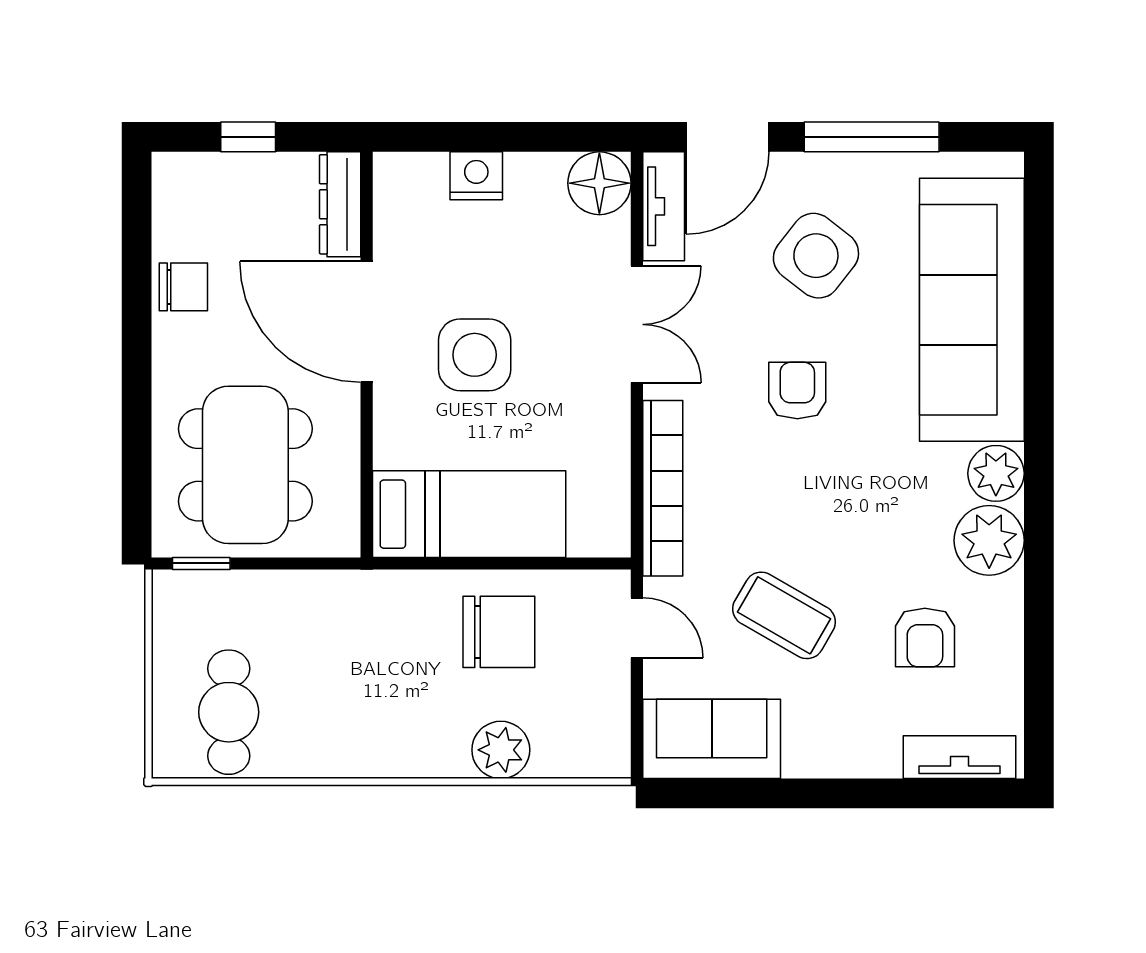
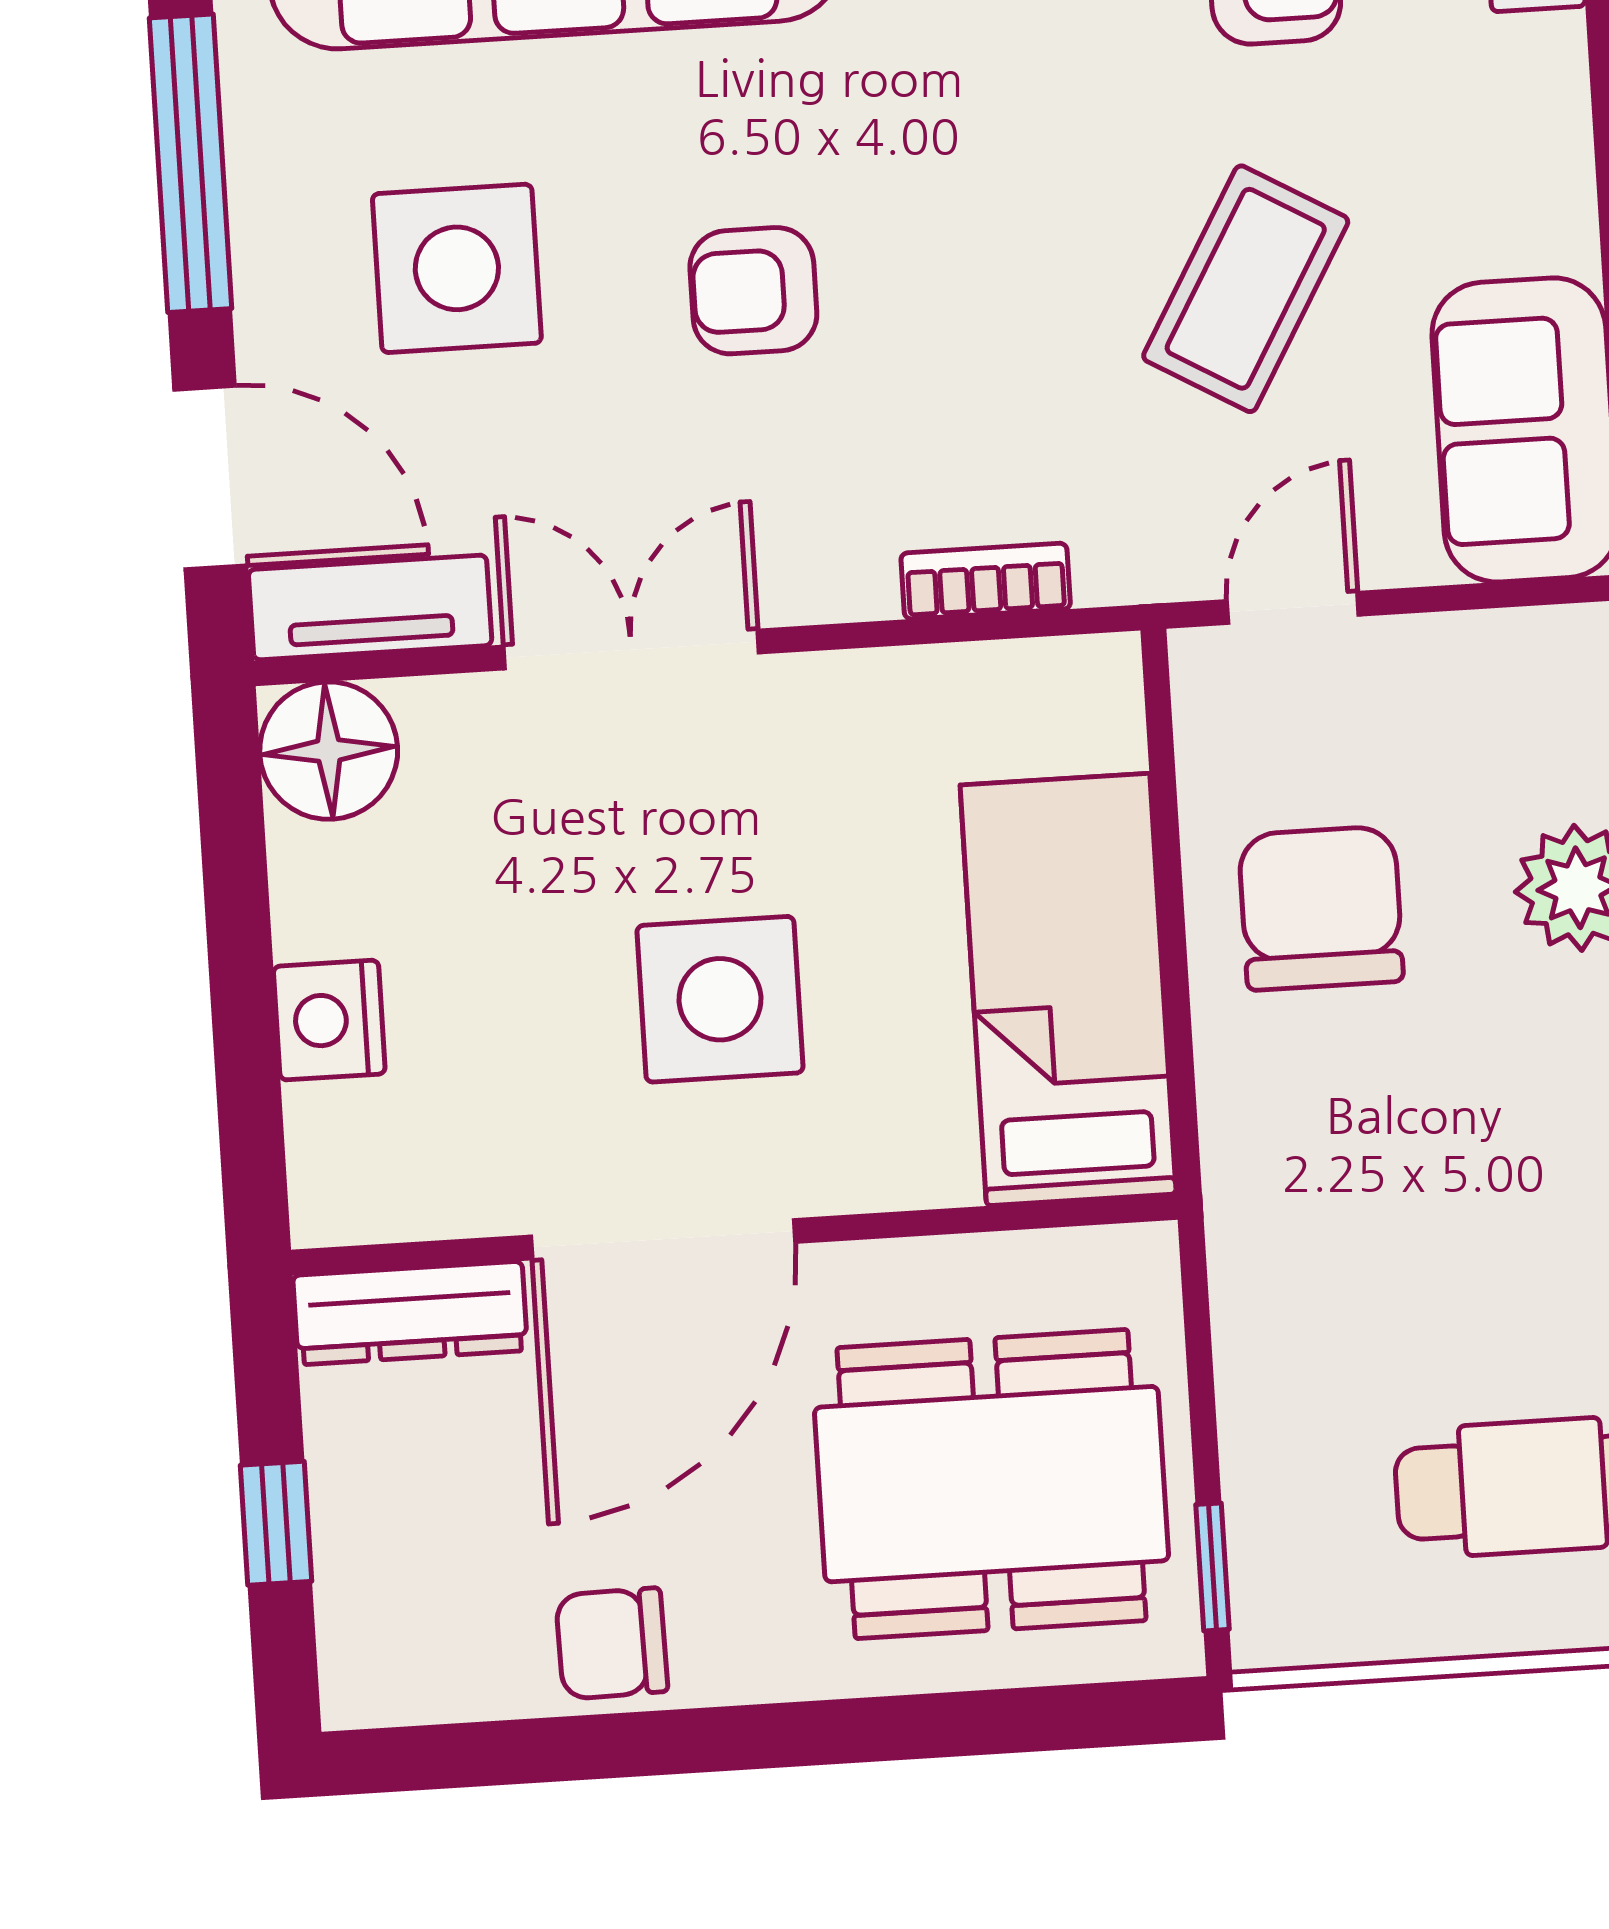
side table: (816, 256) -> (457, 268), turned -38
chair: (183, 287) -> (612, 1643), turned -91
bookcase: (663, 488) -> (986, 581), width x0.43, depth x0.76

